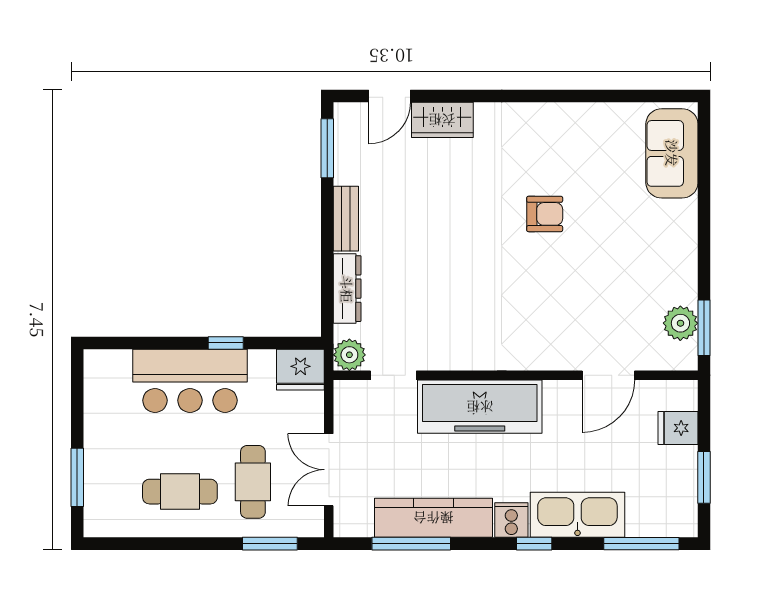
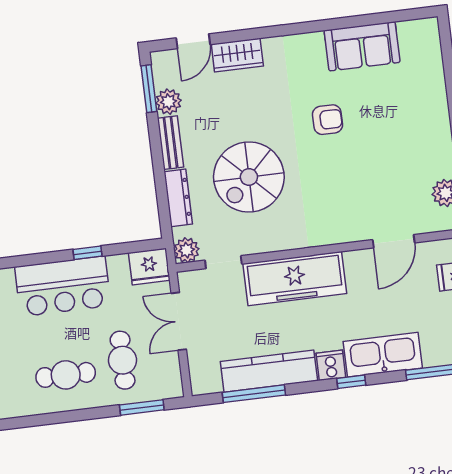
sofa: (672, 153) -> (362, 46), moved, turned -90
plant: (350, 167) -> (168, 102), added
spiral stairs: (438, 273) -> (249, 177), added
double door: (329, 470) -> (179, 321), moved

